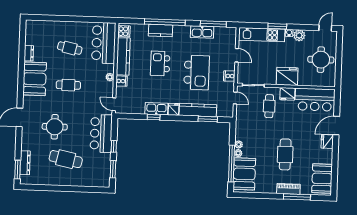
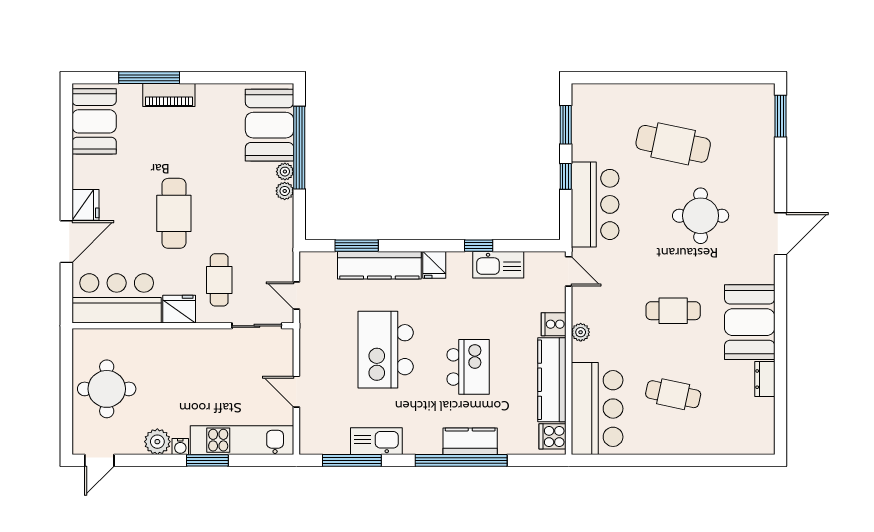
cooker: (229, 76) -> (311, 344), removed
fridge: (287, 76) -> (181, 349), removed
kitchen sink: (156, 109) -> (498, 265), moved
cafe table: (285, 154) -> (174, 213), moved
dresser: (25, 163) -> (764, 132), removed

